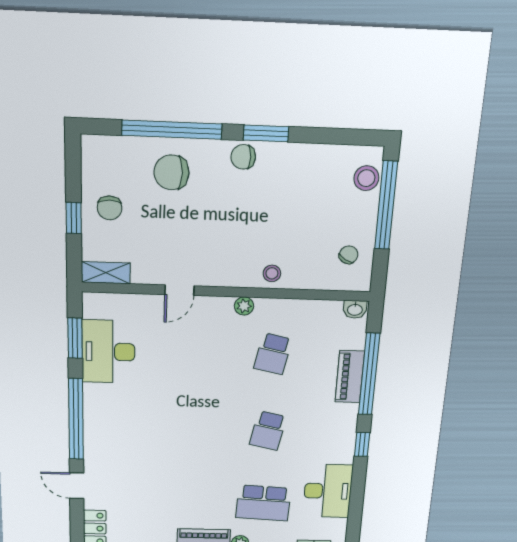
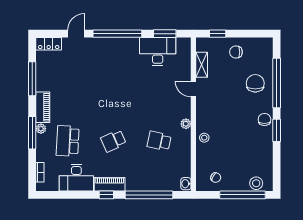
window: (74, 218) -> (218, 34), moved
shelving: (106, 273) -> (202, 65), moved
piano: (350, 377) -> (110, 184), moved
school desk: (268, 431) -> (113, 141), turned -36

